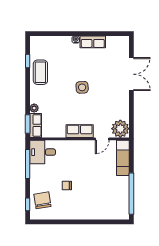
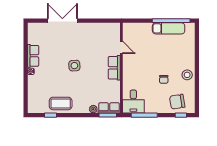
plant: (120, 129) -> (112, 31), removed
exam couch: (123, 158) -> (169, 28), moved
stool: (72, 211) -> (187, 75), added

